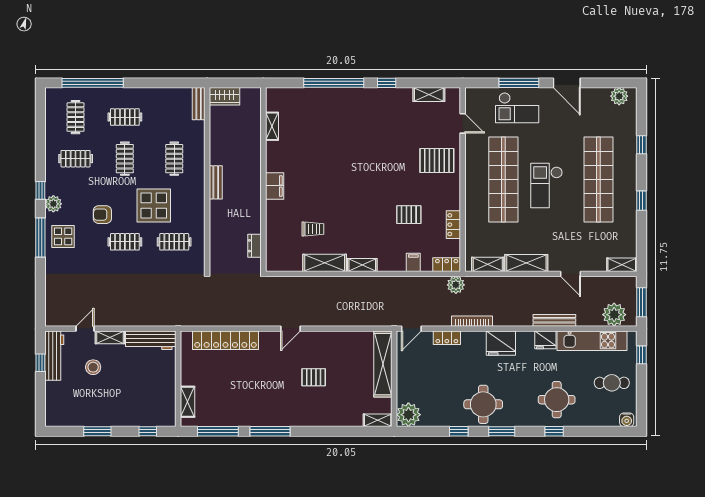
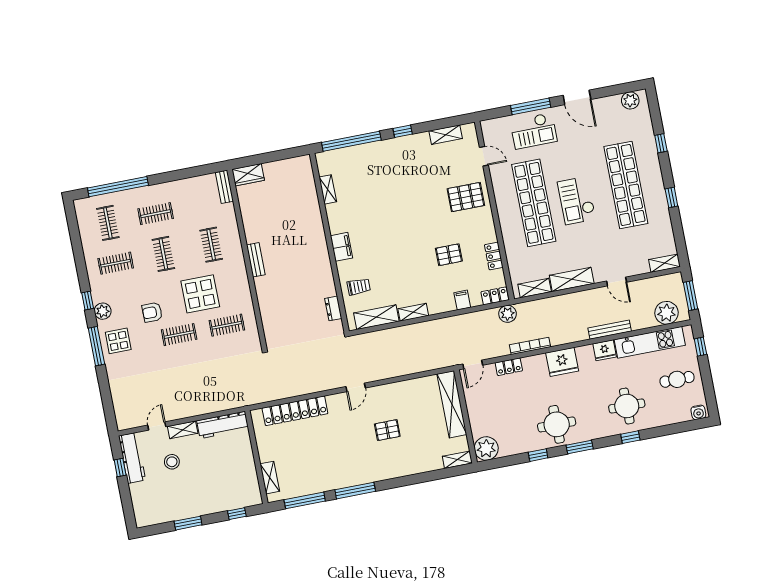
shelving: (272, 126) -> (328, 189), moved
wall: (263, 179) -> (329, 243), moved
filing cabinet: (275, 186) -> (341, 247), moved
dresser: (254, 246) -> (333, 308), moved

